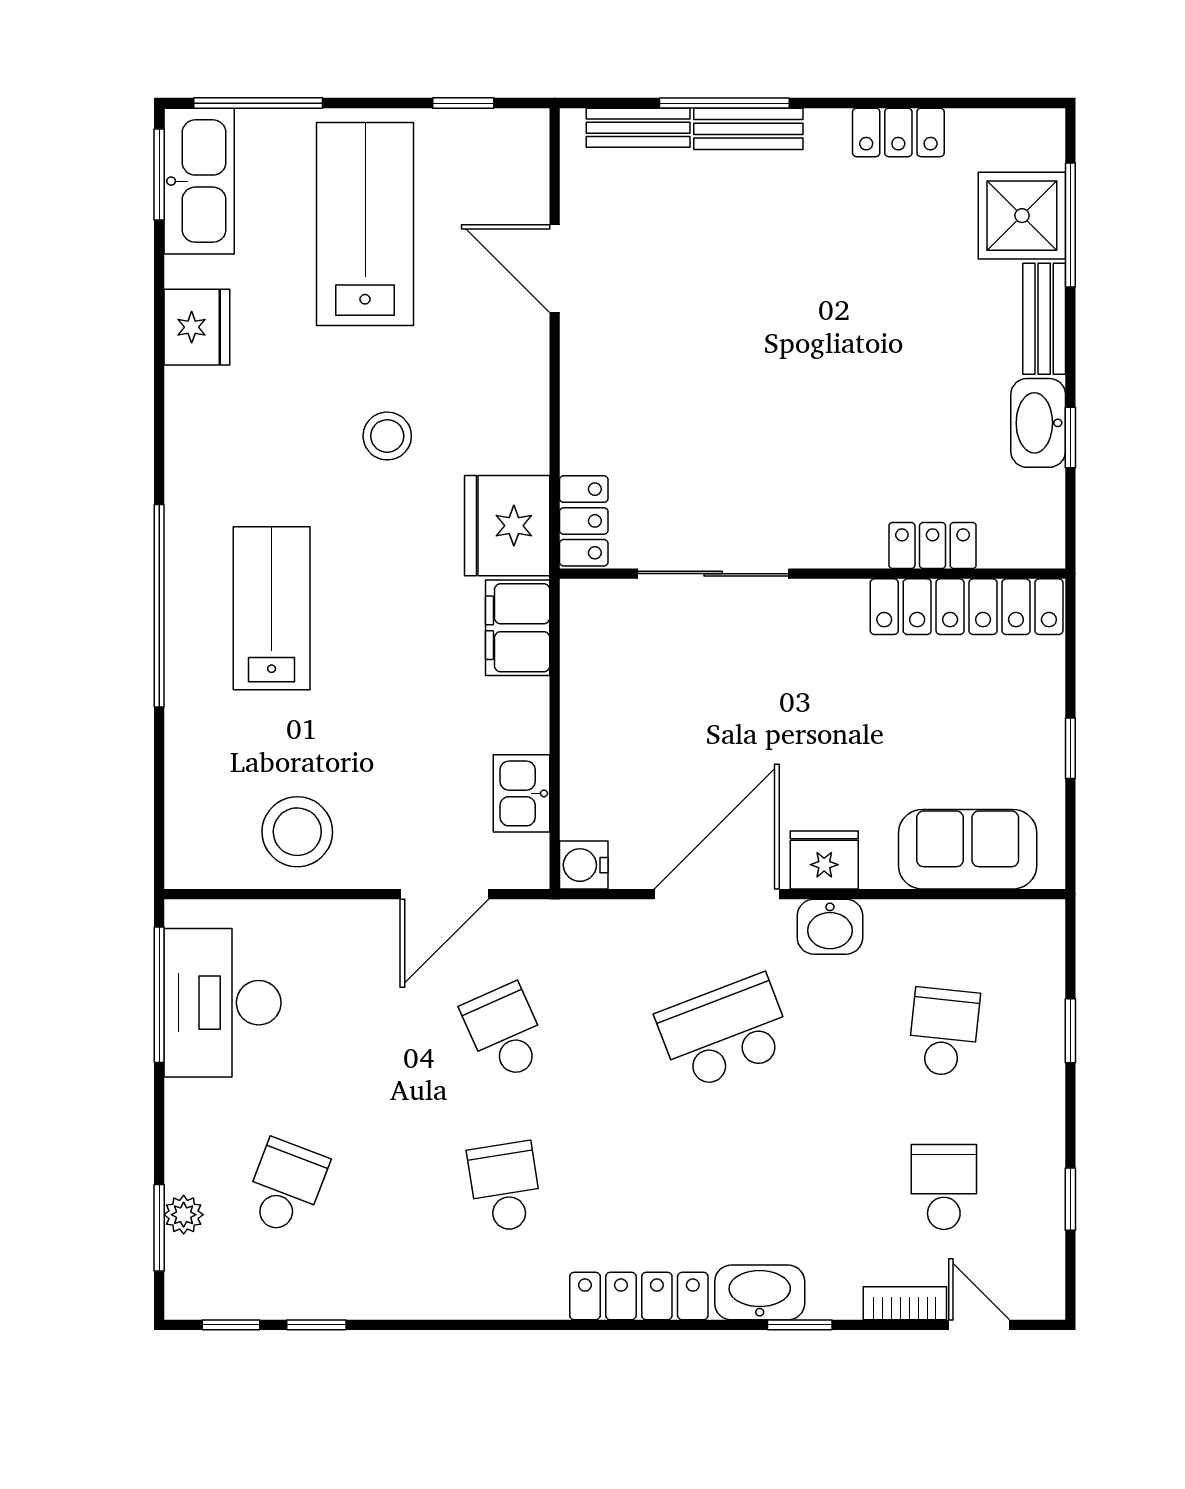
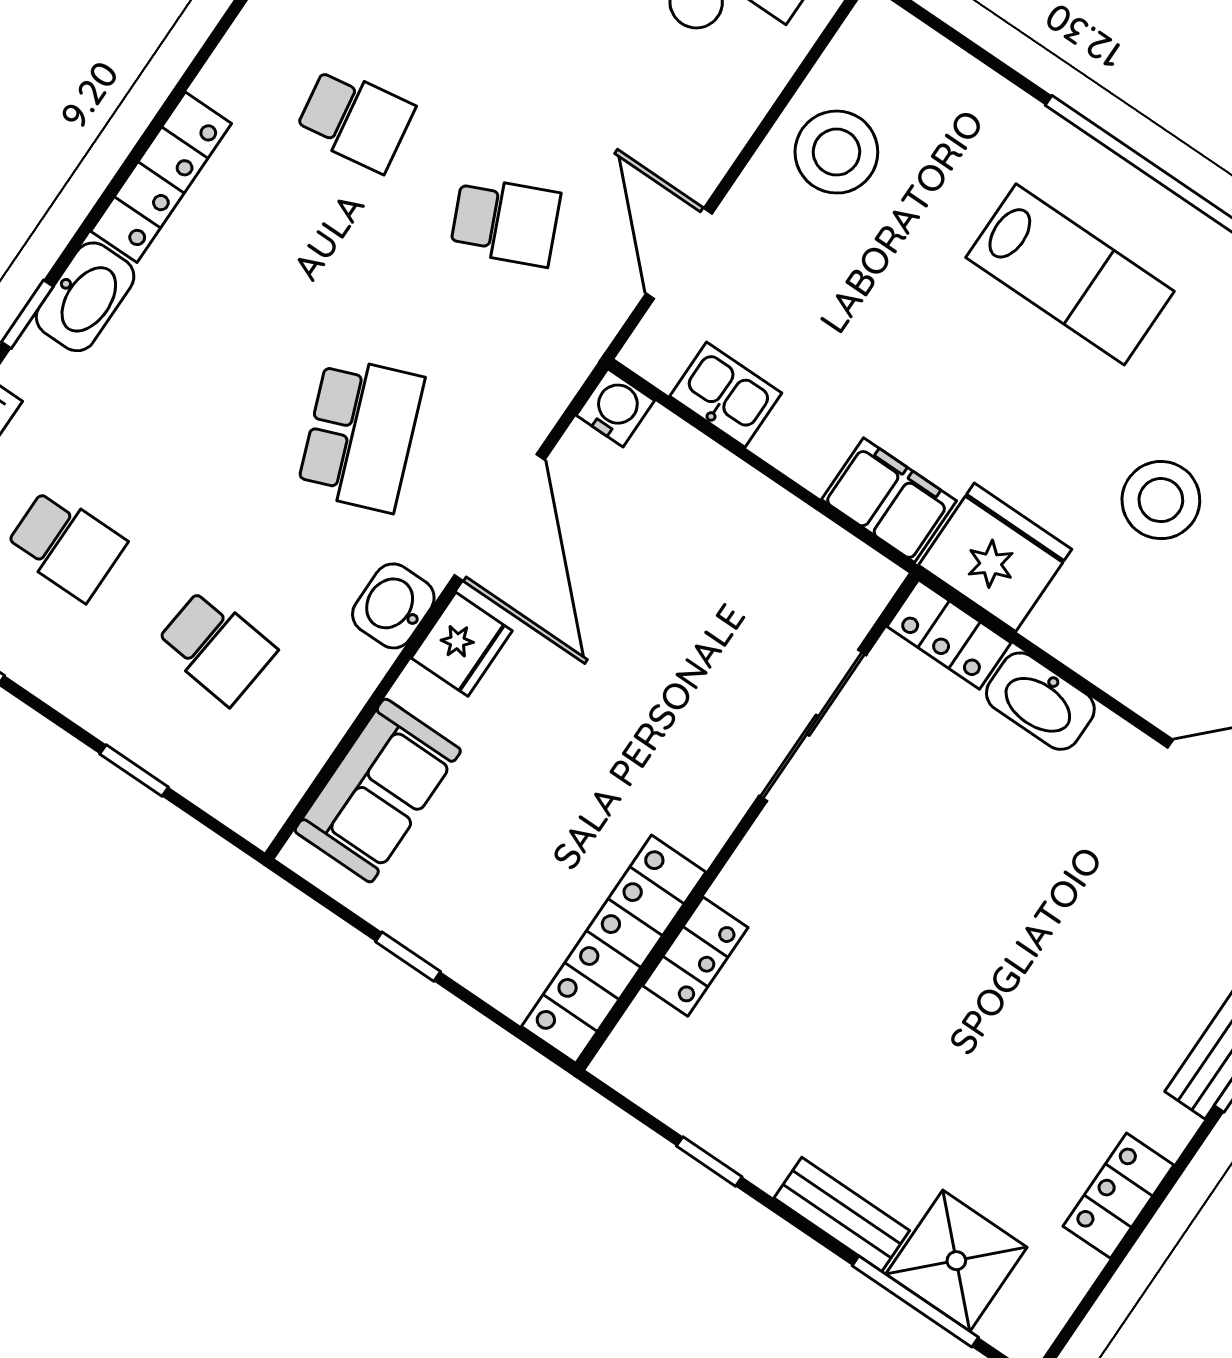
washbasin: (1038, 423) -> (1040, 701), moved, turned 180
stool: (387, 436) -> (1161, 500), width x1.38, depth x1.38

